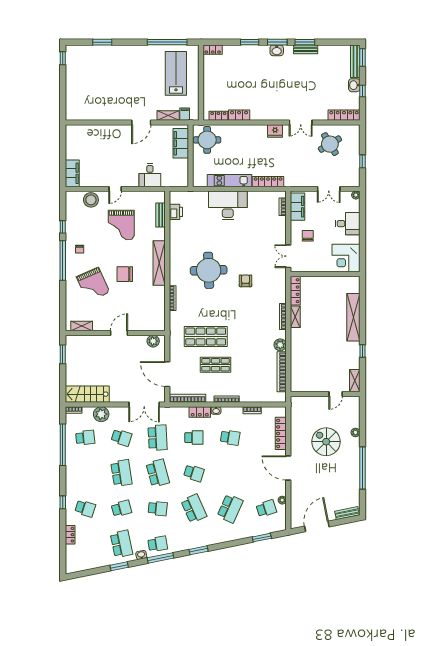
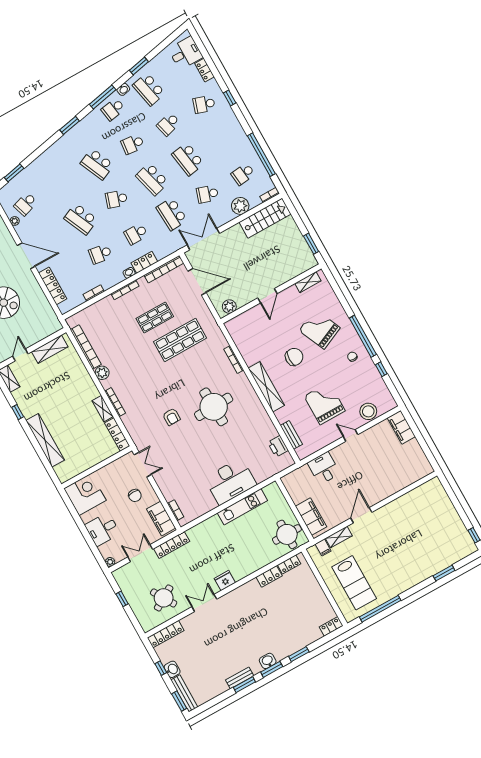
locker: (268, 182) -> (172, 545), moved
door: (115, 189) -> (351, 436), hinge flipped
shelving: (310, 386) -> (50, 349), added
school desk: (230, 508) -> (81, 219), moved, turned -48
desk: (77, 556) -> (185, 53), added

